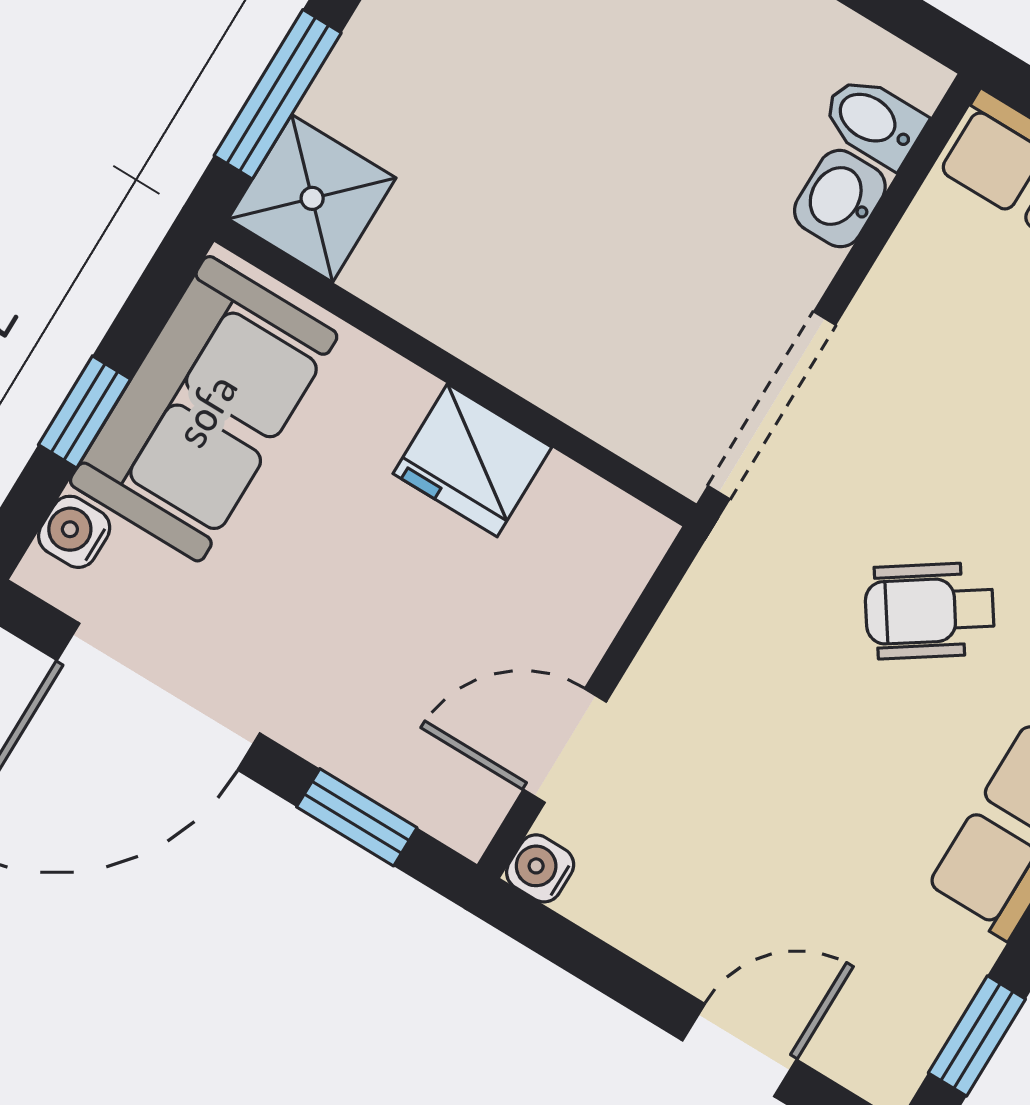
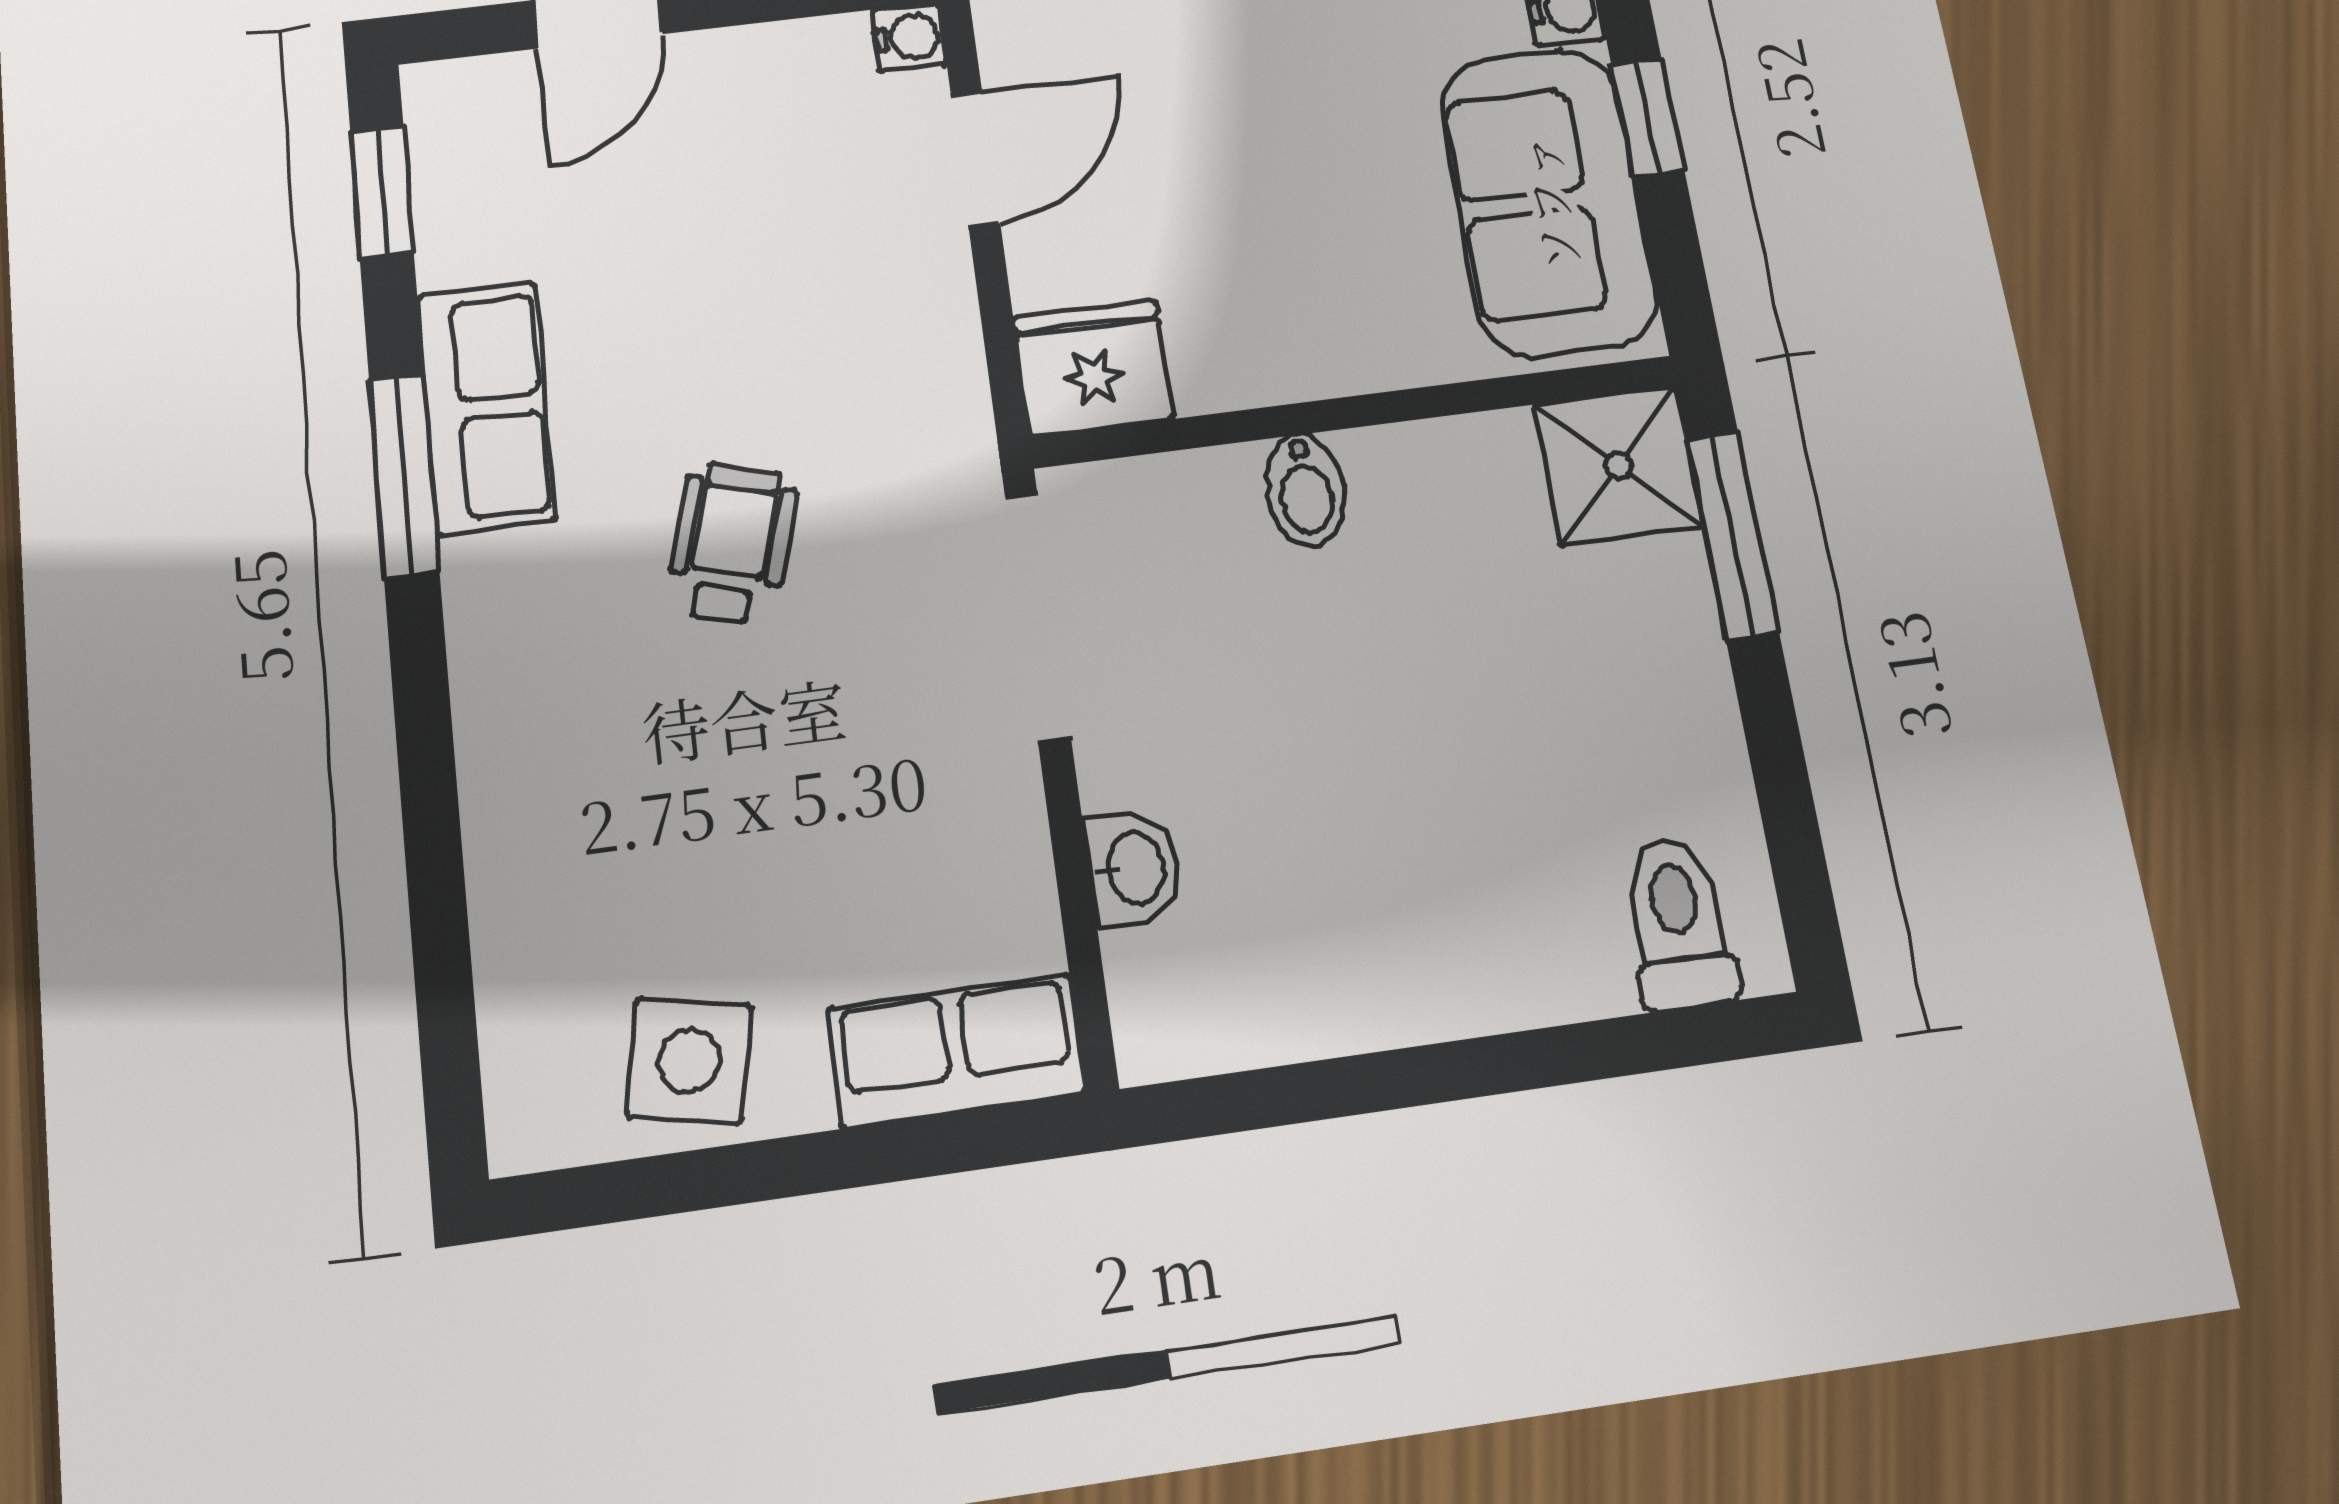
bidet: (873, 121) -> (1305, 490), moved, turned 90
fridge: (472, 460) -> (1093, 368), moved
wheelchair: (930, 611) -> (732, 543), turned -40

